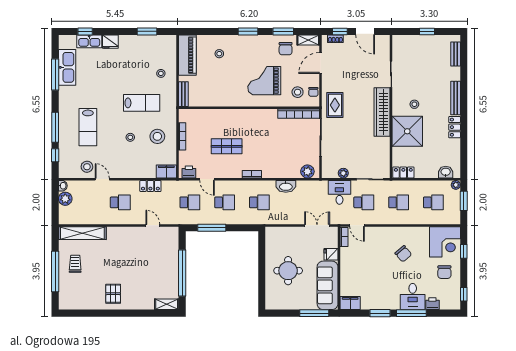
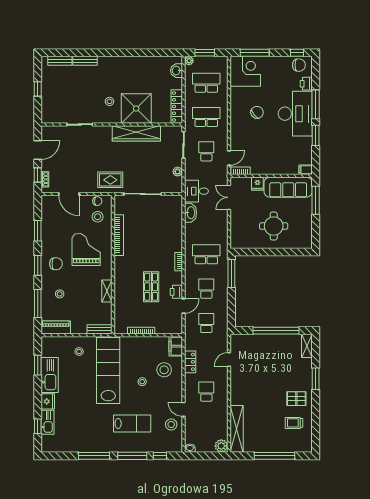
window: (210, 31) -> (38, 304), added
shelving: (308, 40) -> (107, 291), moved
chair: (286, 49) -> (56, 264), moved
piano: (187, 55) -> (56, 328), width x0.73, depth x0.75
kitchen sink: (67, 67) -> (50, 375), moved, turned 90
window: (55, 75) -> (94, 456), moved
grand piano: (264, 81) -> (86, 249), turned 180
bench: (456, 98) -> (85, 61), moved, width x0.73
lab bench: (142, 103) -> (108, 370), width x1.86, depth x1.39
wardrobe: (382, 112) -> (136, 133), moved
bookcase: (299, 114) -> (119, 235), moved
locker: (455, 127) -> (132, 62), removed
stool: (157, 136) -> (164, 370), moved
plant: (307, 171) -> (176, 207), removed
printer: (189, 172) -> (176, 292), moved
locker: (403, 172) -> (177, 107), width x1.53
door: (102, 179) -> (184, 409), hinge flipped
washbasin: (286, 186) -> (191, 213), moved
desk: (339, 192) -> (196, 191), moved
plant: (65, 199) -> (221, 446), moved
school desk: (259, 202) -> (206, 254), width x1.85
school desk: (399, 202) -> (206, 117), width x1.85
school desk: (433, 202) -> (206, 83), width x1.85
window: (212, 228) -> (231, 273), moved
window: (464, 251) -> (255, 53), width x2.17
trolley: (75, 264) -> (294, 423), moved
chair: (444, 272) -> (299, 65), moved
desk: (413, 297) -> (295, 114), width x1.87, depth x1.30
filing cabinet: (350, 303) -> (306, 170), width x0.50
window: (133, 313) -> (316, 379), added

